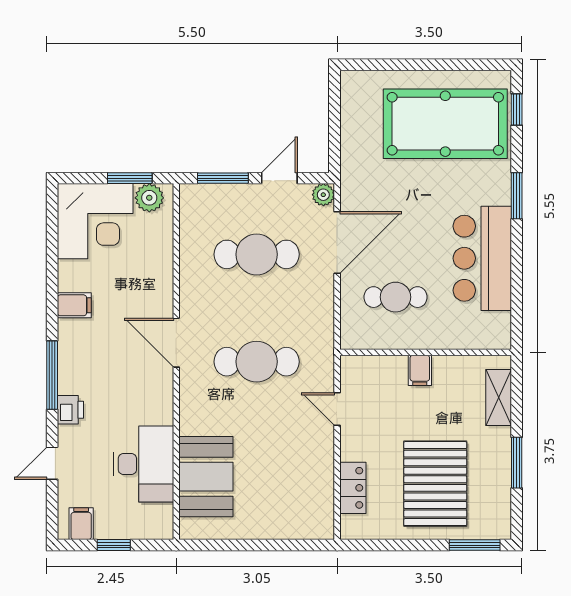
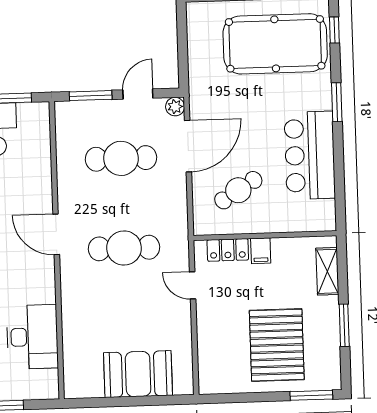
plant: (149, 198) -> (30, 114), removed
cafe table: (396, 297) -> (238, 190), turned -32
booth: (206, 477) -> (138, 374), moved, turned 90
locker: (353, 488) -> (228, 250), moved, turned 90

